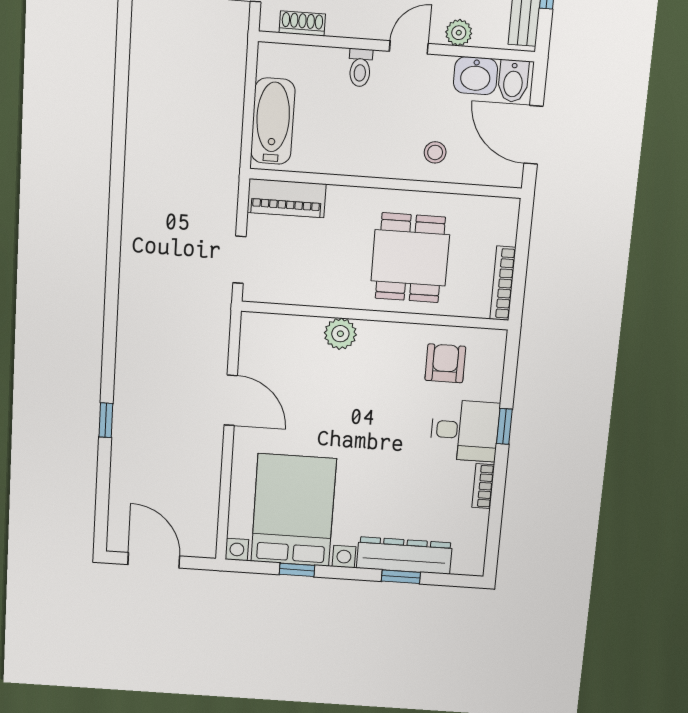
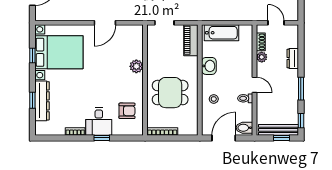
plant: (459, 33) -> (262, 57), moved
toilet: (360, 68) -> (245, 98), moved
washbasin: (476, 76) -> (209, 66), moved, turned 180

